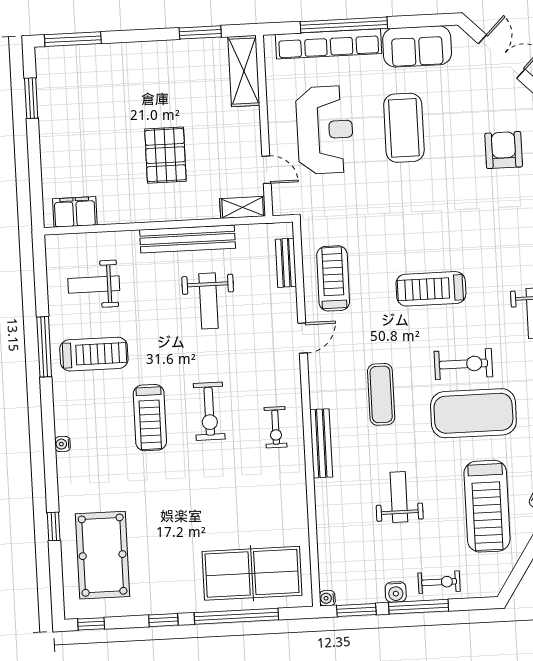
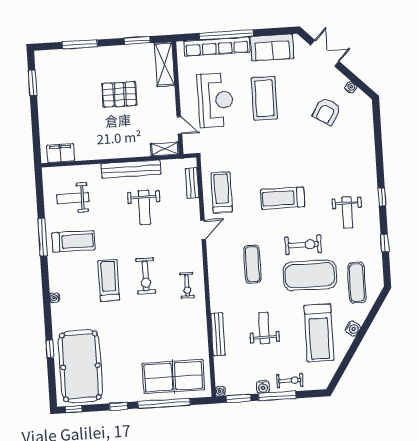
window: (73, 39) -> (80, 44), moved
armchair: (504, 150) -> (327, 111), turned -149
pallet: (165, 155) -> (119, 94), moved, turned 90
treadmill: (150, 418) -> (109, 280), turned 180
bench: (321, 443) -> (218, 334), moved
pool table: (103, 555) -> (80, 366), width x1.36, depth x1.32

